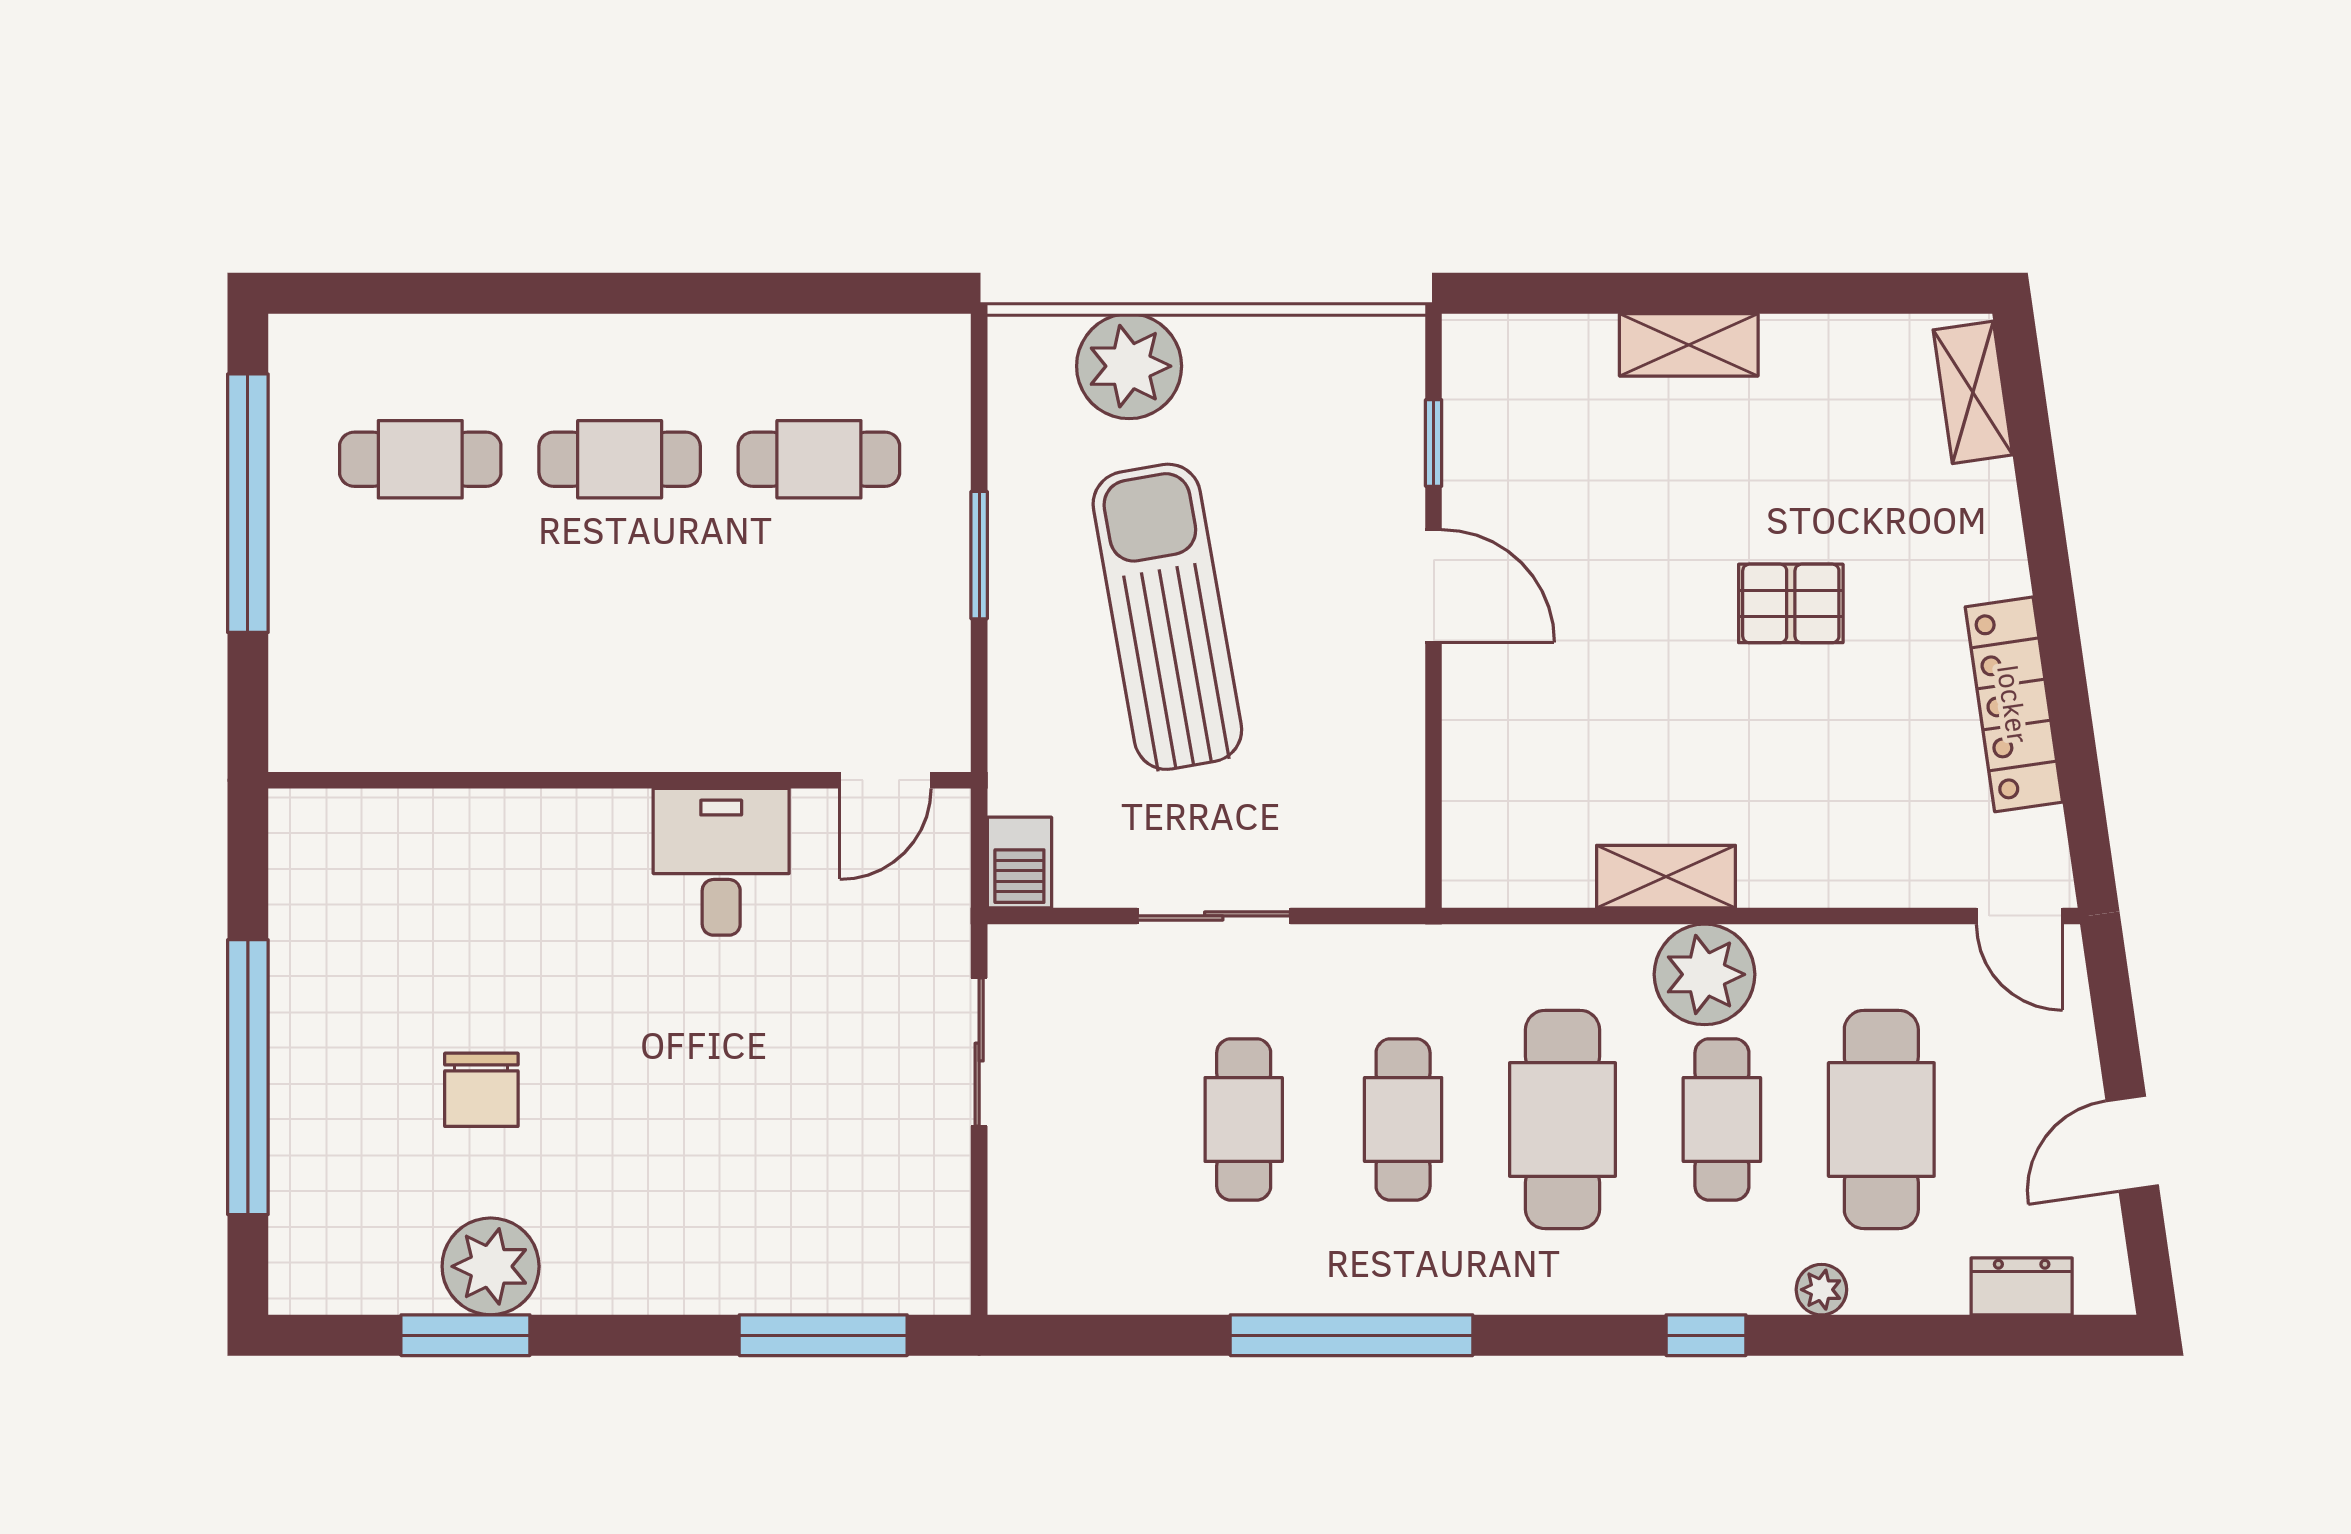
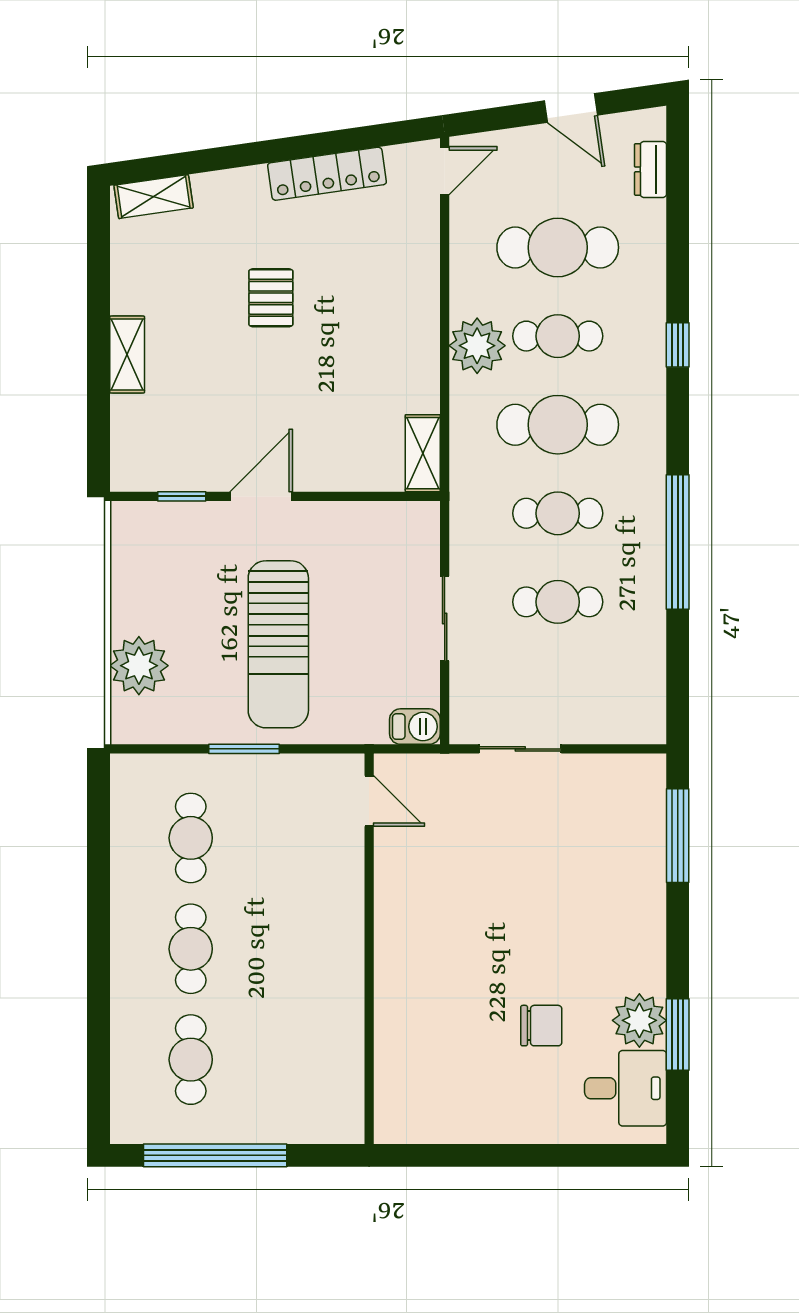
sun lounger: (1167, 617) -> (278, 644), turned -80
desk: (721, 862) -> (626, 1088), moved, turned 180
shelving: (1666, 877) -> (423, 453), moved
window: (248, 1077) -> (534, 1155), removed
plant: (1821, 1290) -> (652, 281), removed

